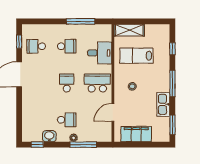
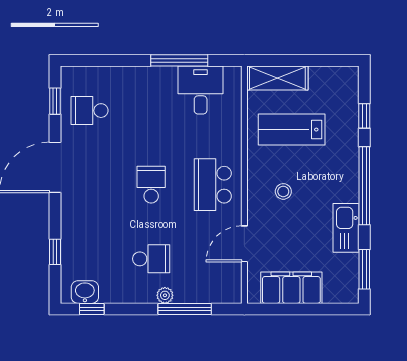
school desk: (67, 46) -> (151, 111), removed
desk: (100, 53) -> (201, 90), moved, turned -90
school desk: (97, 83) -> (213, 185), turned -90
window: (172, 83) -> (364, 186), width x1.46
window: (19, 116) -> (55, 252), added
washbasin: (49, 136) -> (85, 292), moved

